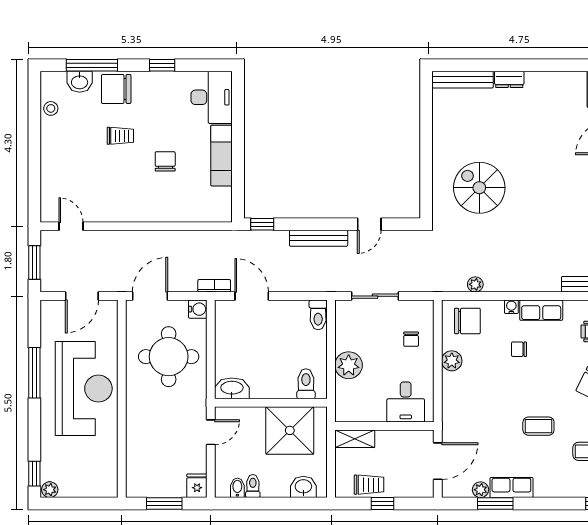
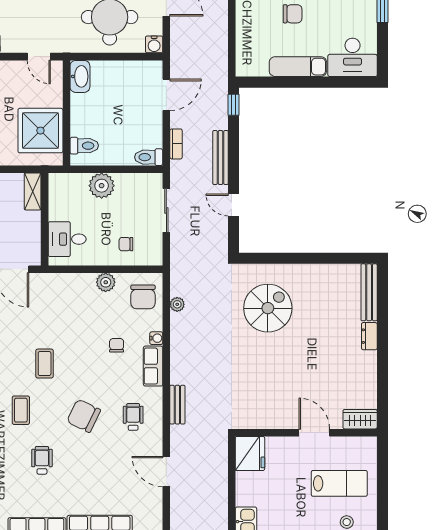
bookcase: (214, 286) -> (176, 144), moved

